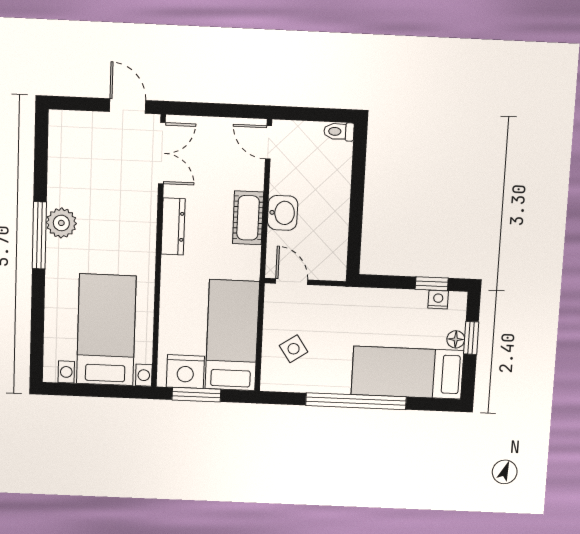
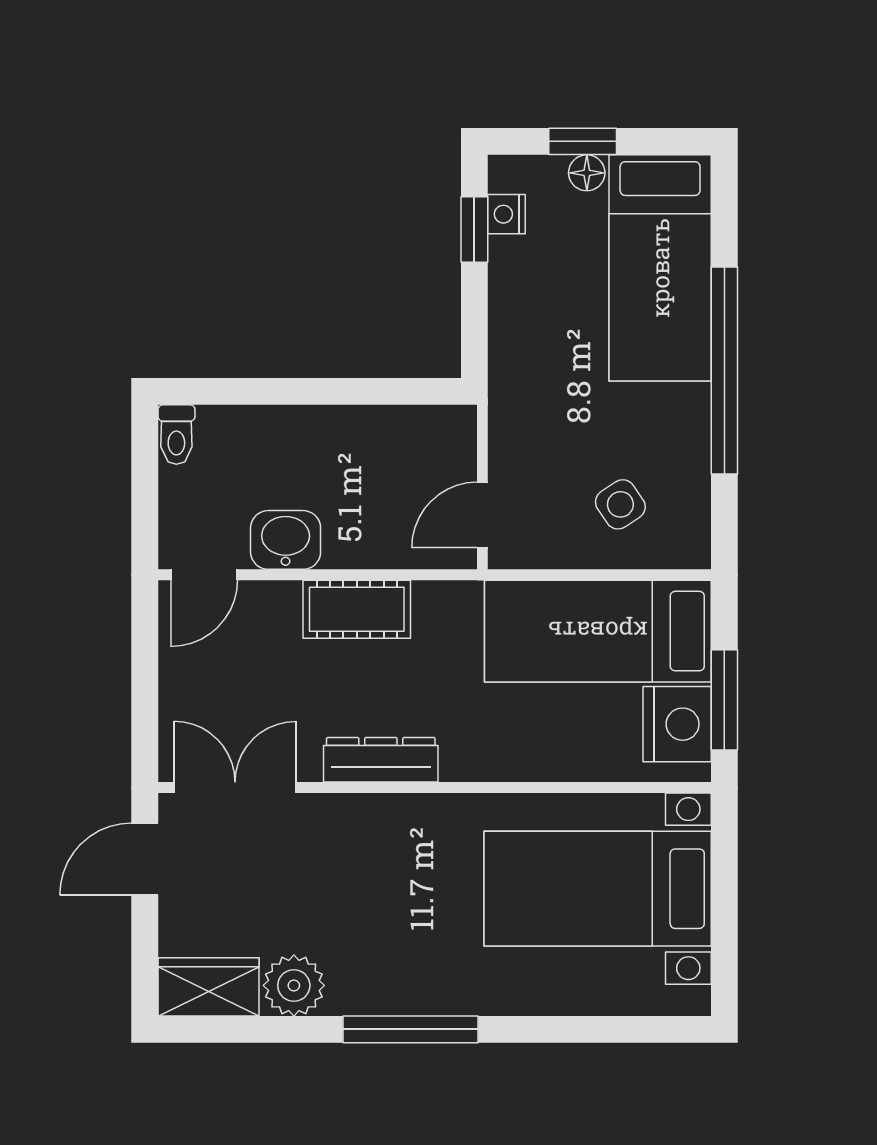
wardrobe: (63, 135) -> (208, 987), added
washbasin: (283, 213) -> (286, 540), moved
plant: (61, 223) -> (294, 985), moved

